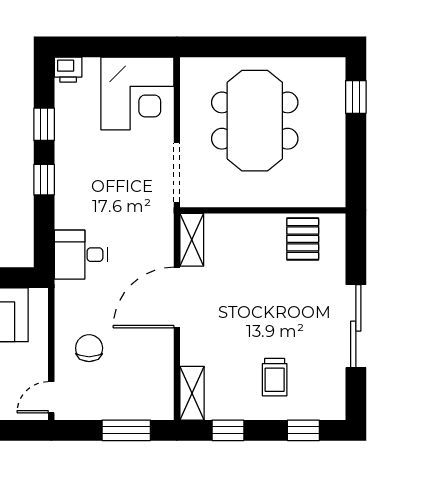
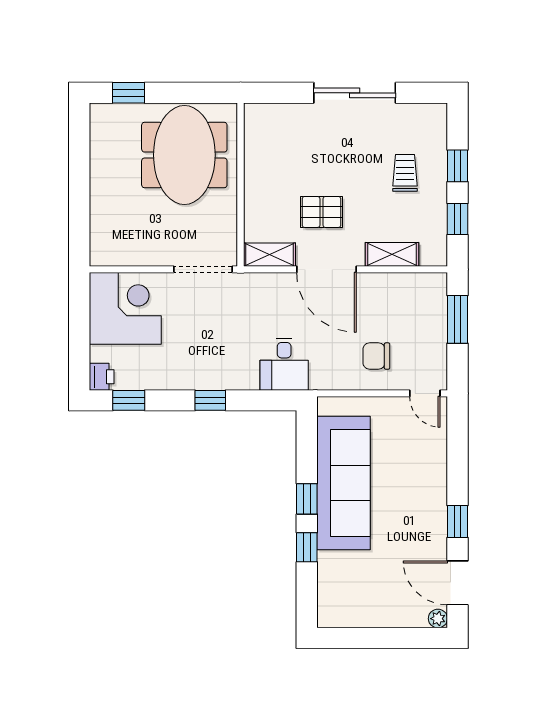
meeting table: (255, 121) -> (184, 155), moved, turned 90
window: (44, 124) -> (129, 400), moved
pallet: (303, 239) -> (321, 212), moved
trolley: (275, 377) -> (405, 173), turned -90
shelving: (192, 393) -> (392, 254), moved
window: (303, 430) -> (457, 166), moved

